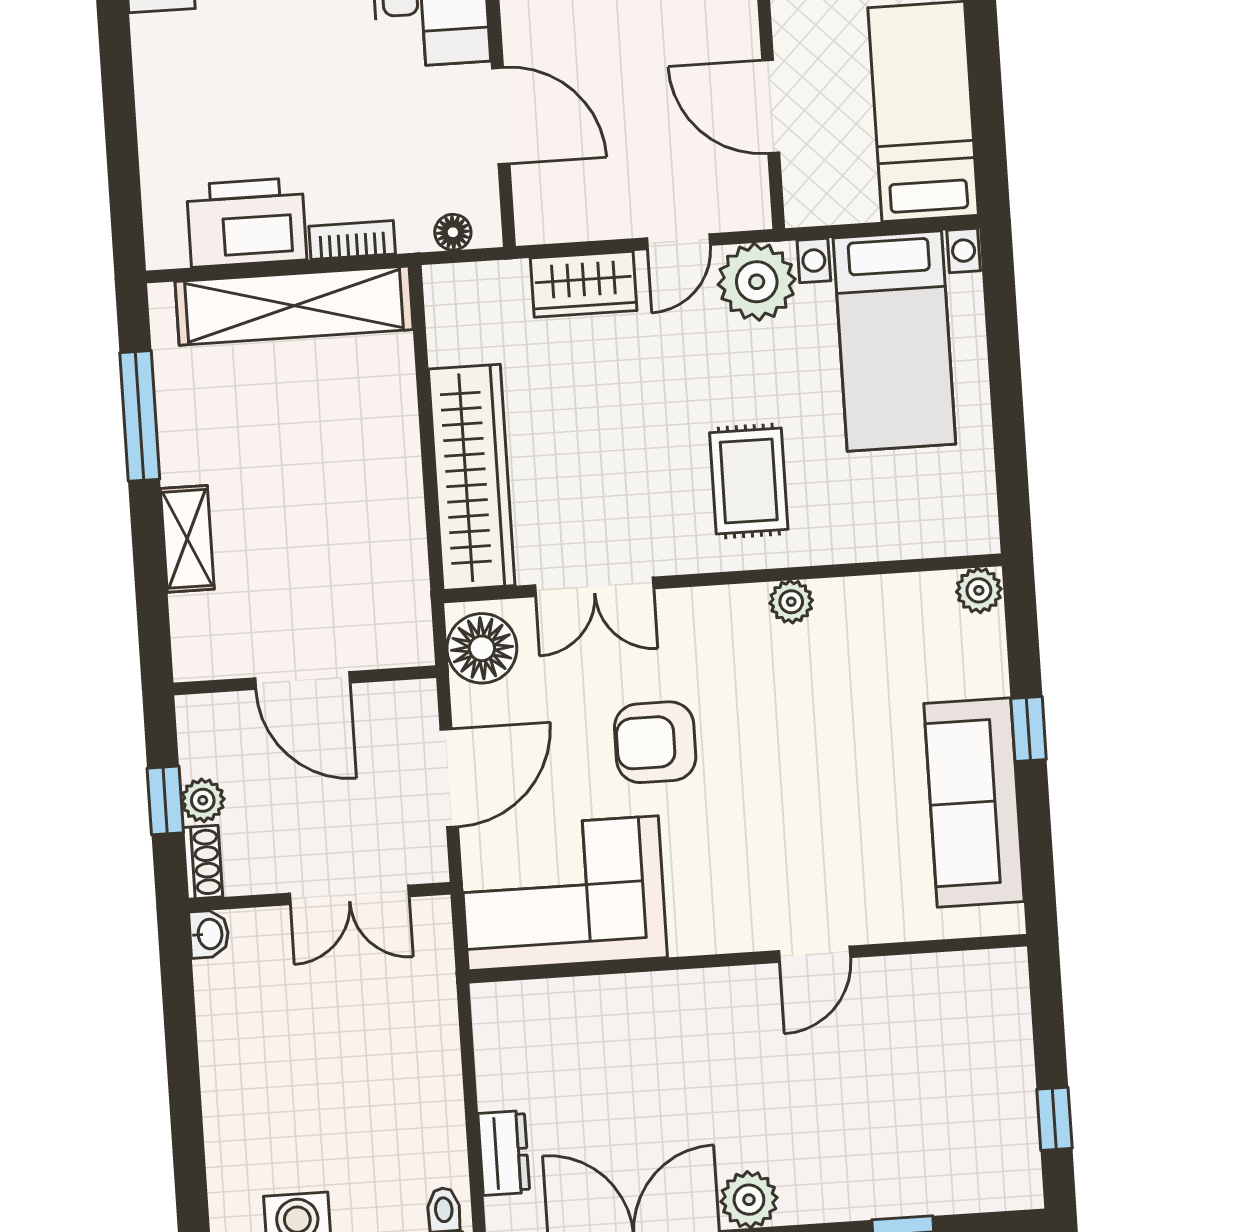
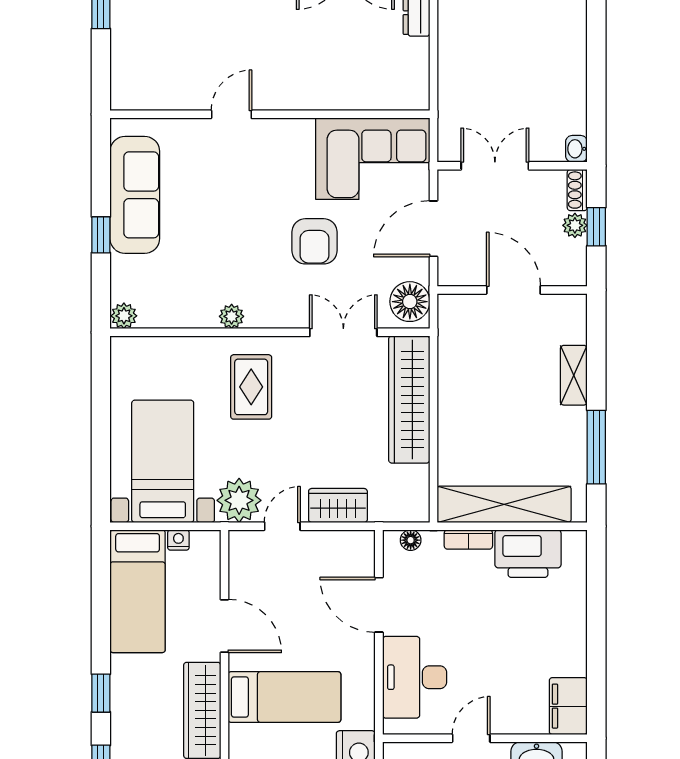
door: (771, 107) -> (224, 626), moved
nightstand: (858, 206) -> (178, 540), added
armchair: (655, 742) -> (314, 241), turned 90

